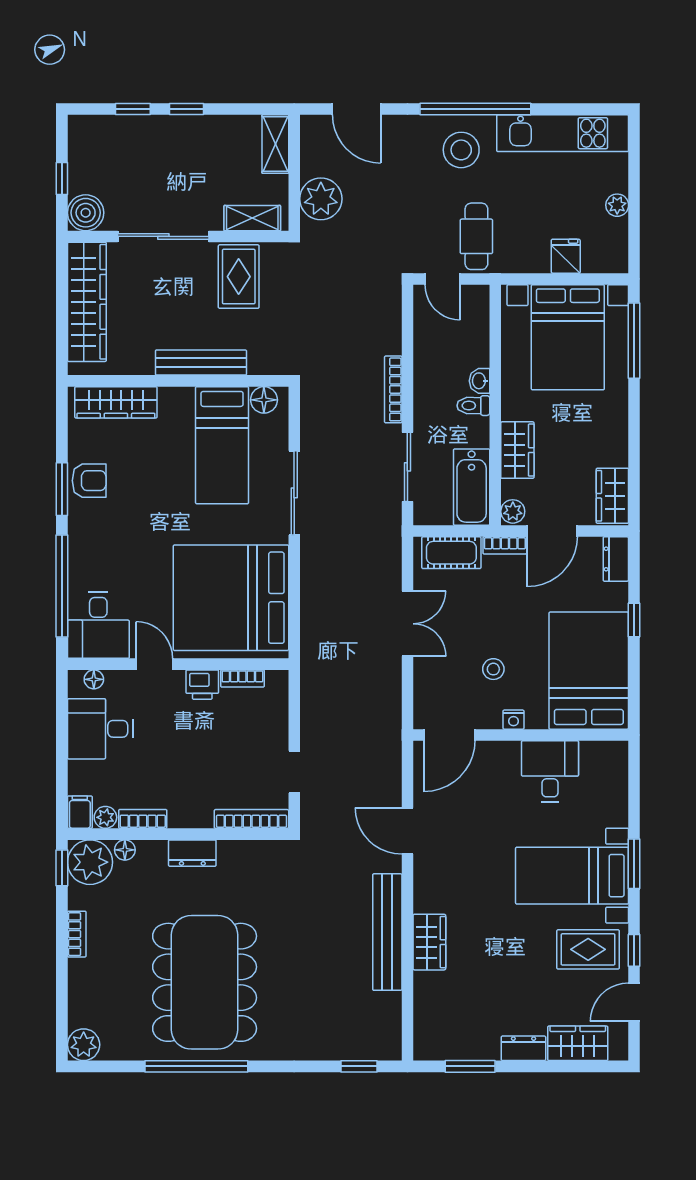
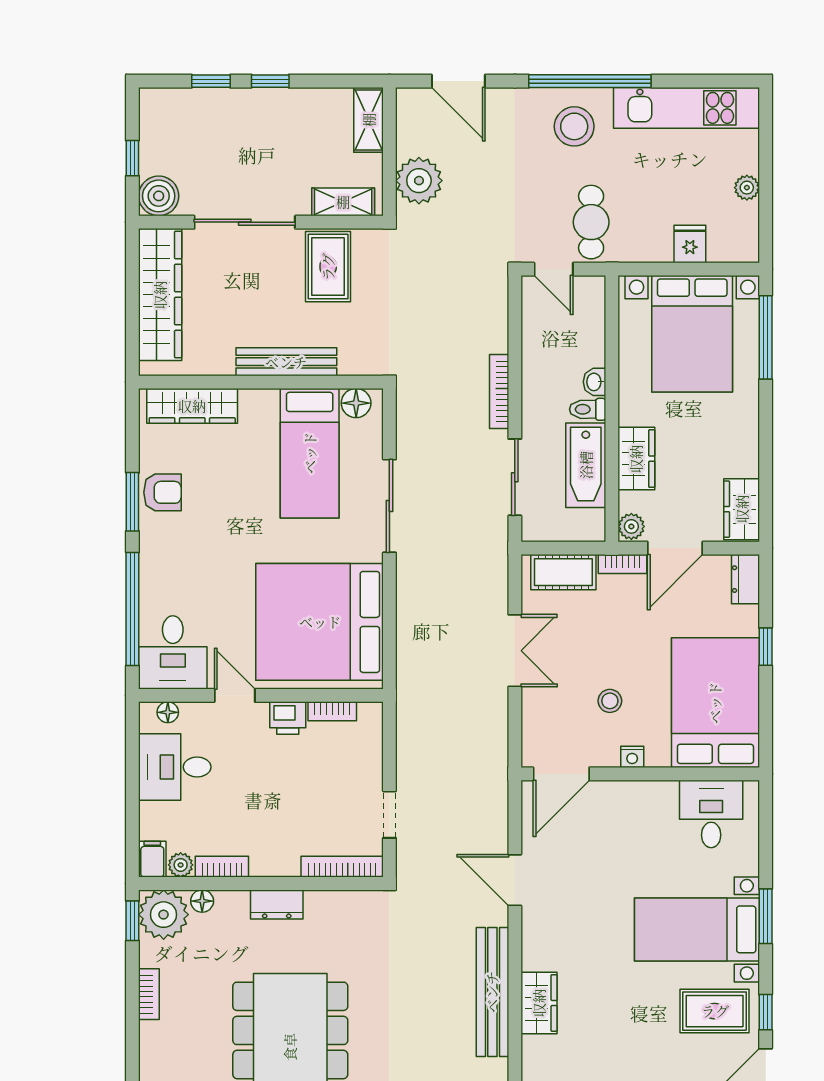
bathtub: (472, 487) -> (586, 465), moved
desk: (550, 771) -> (711, 814), moved

